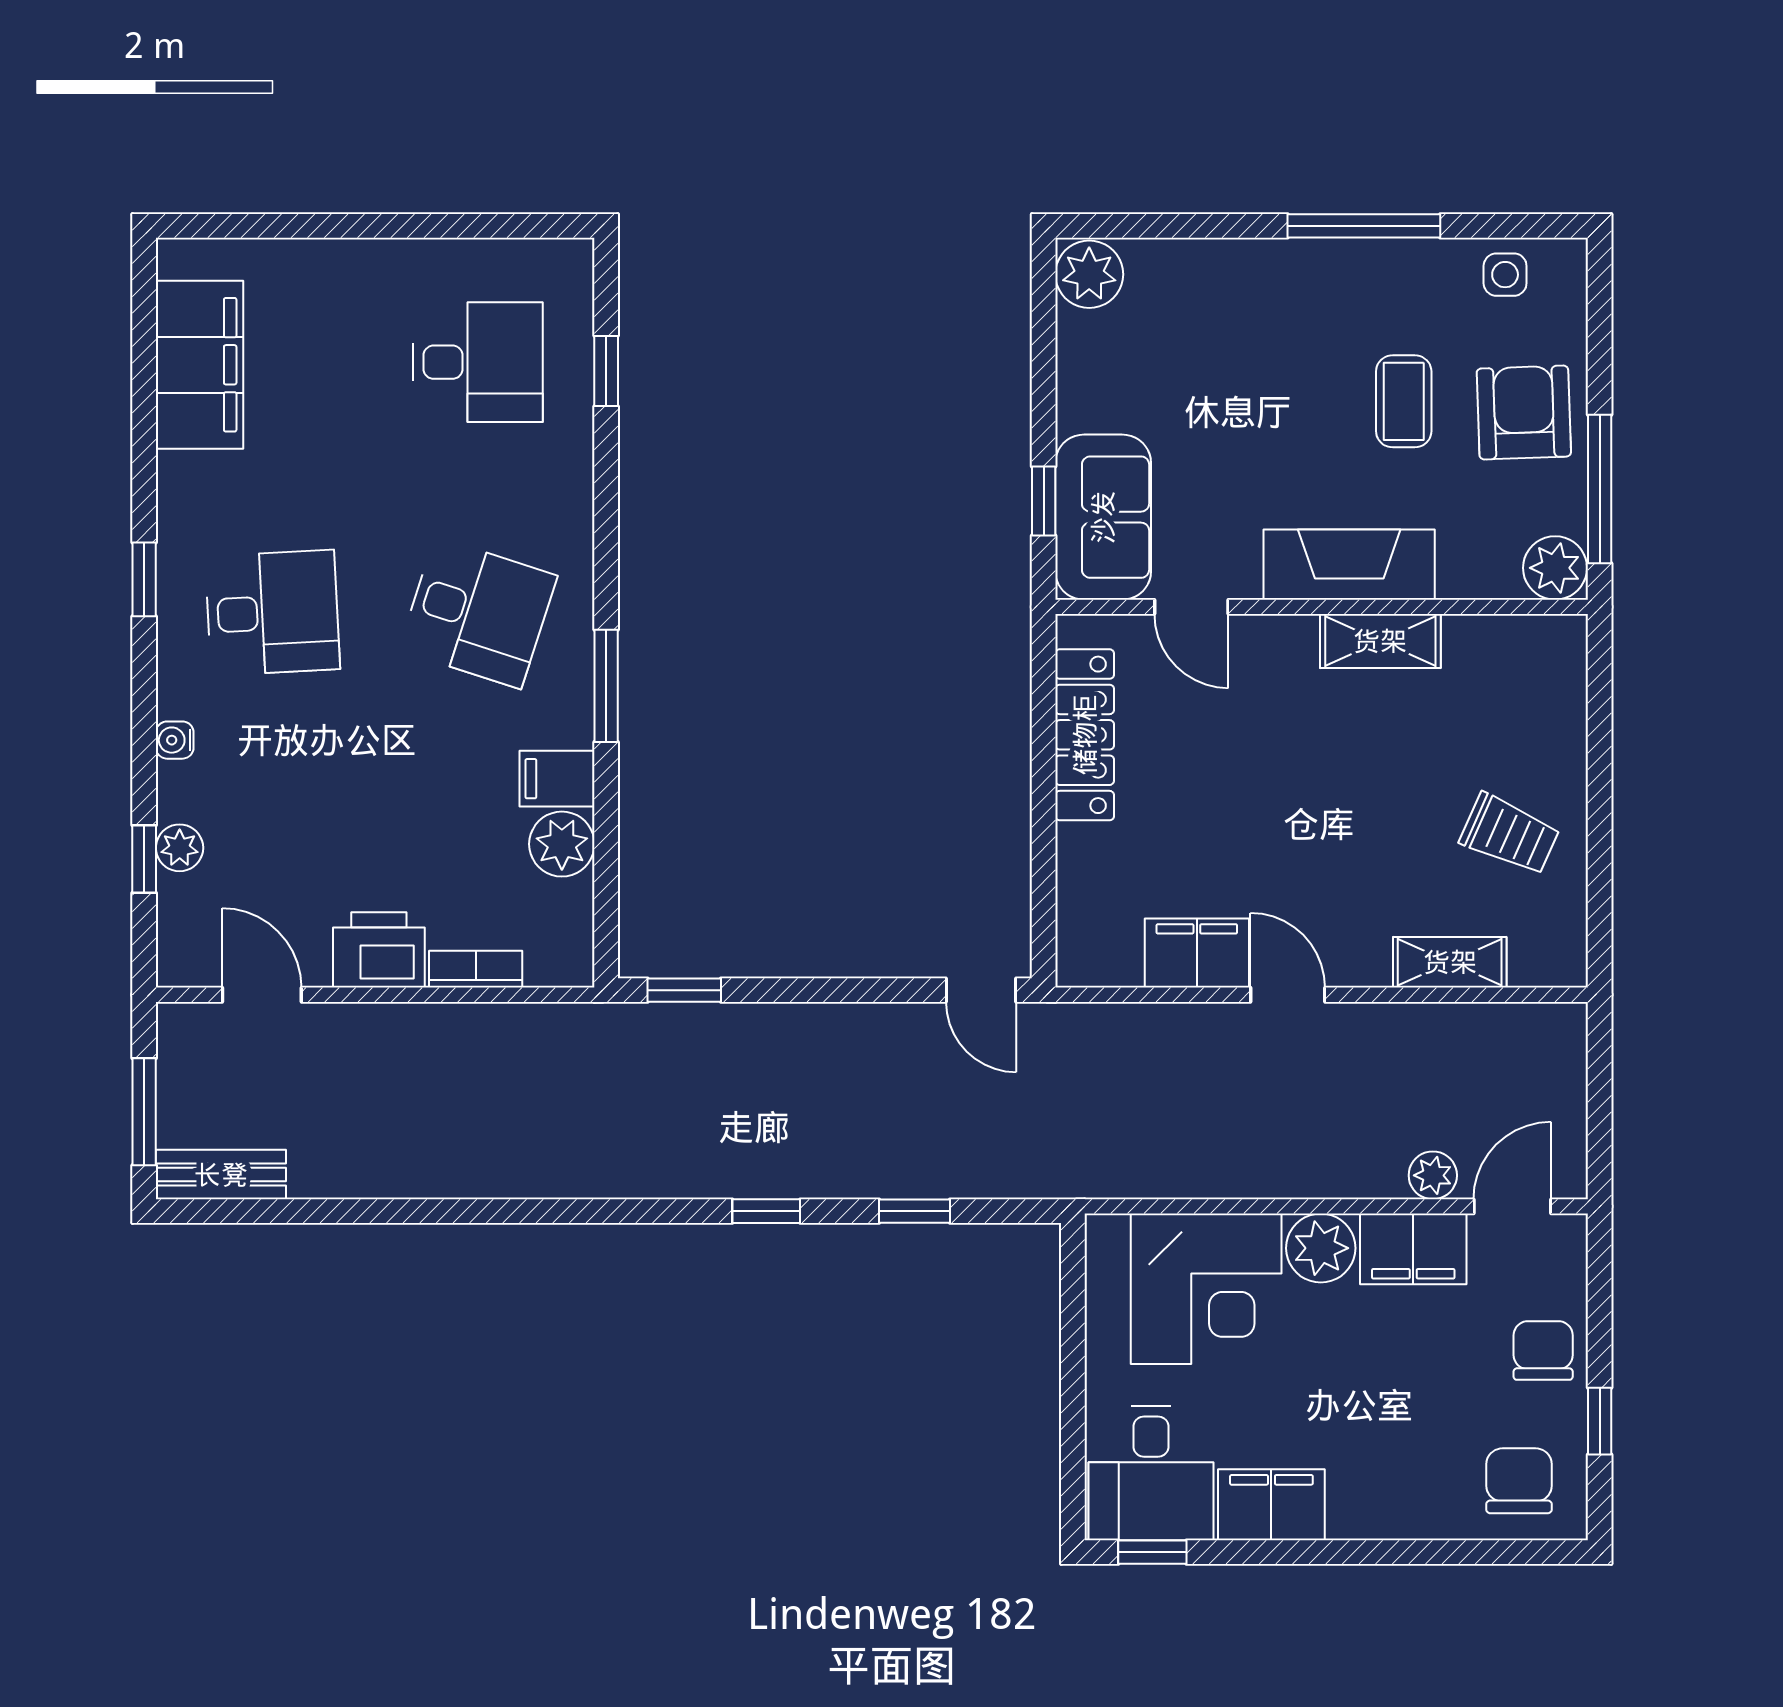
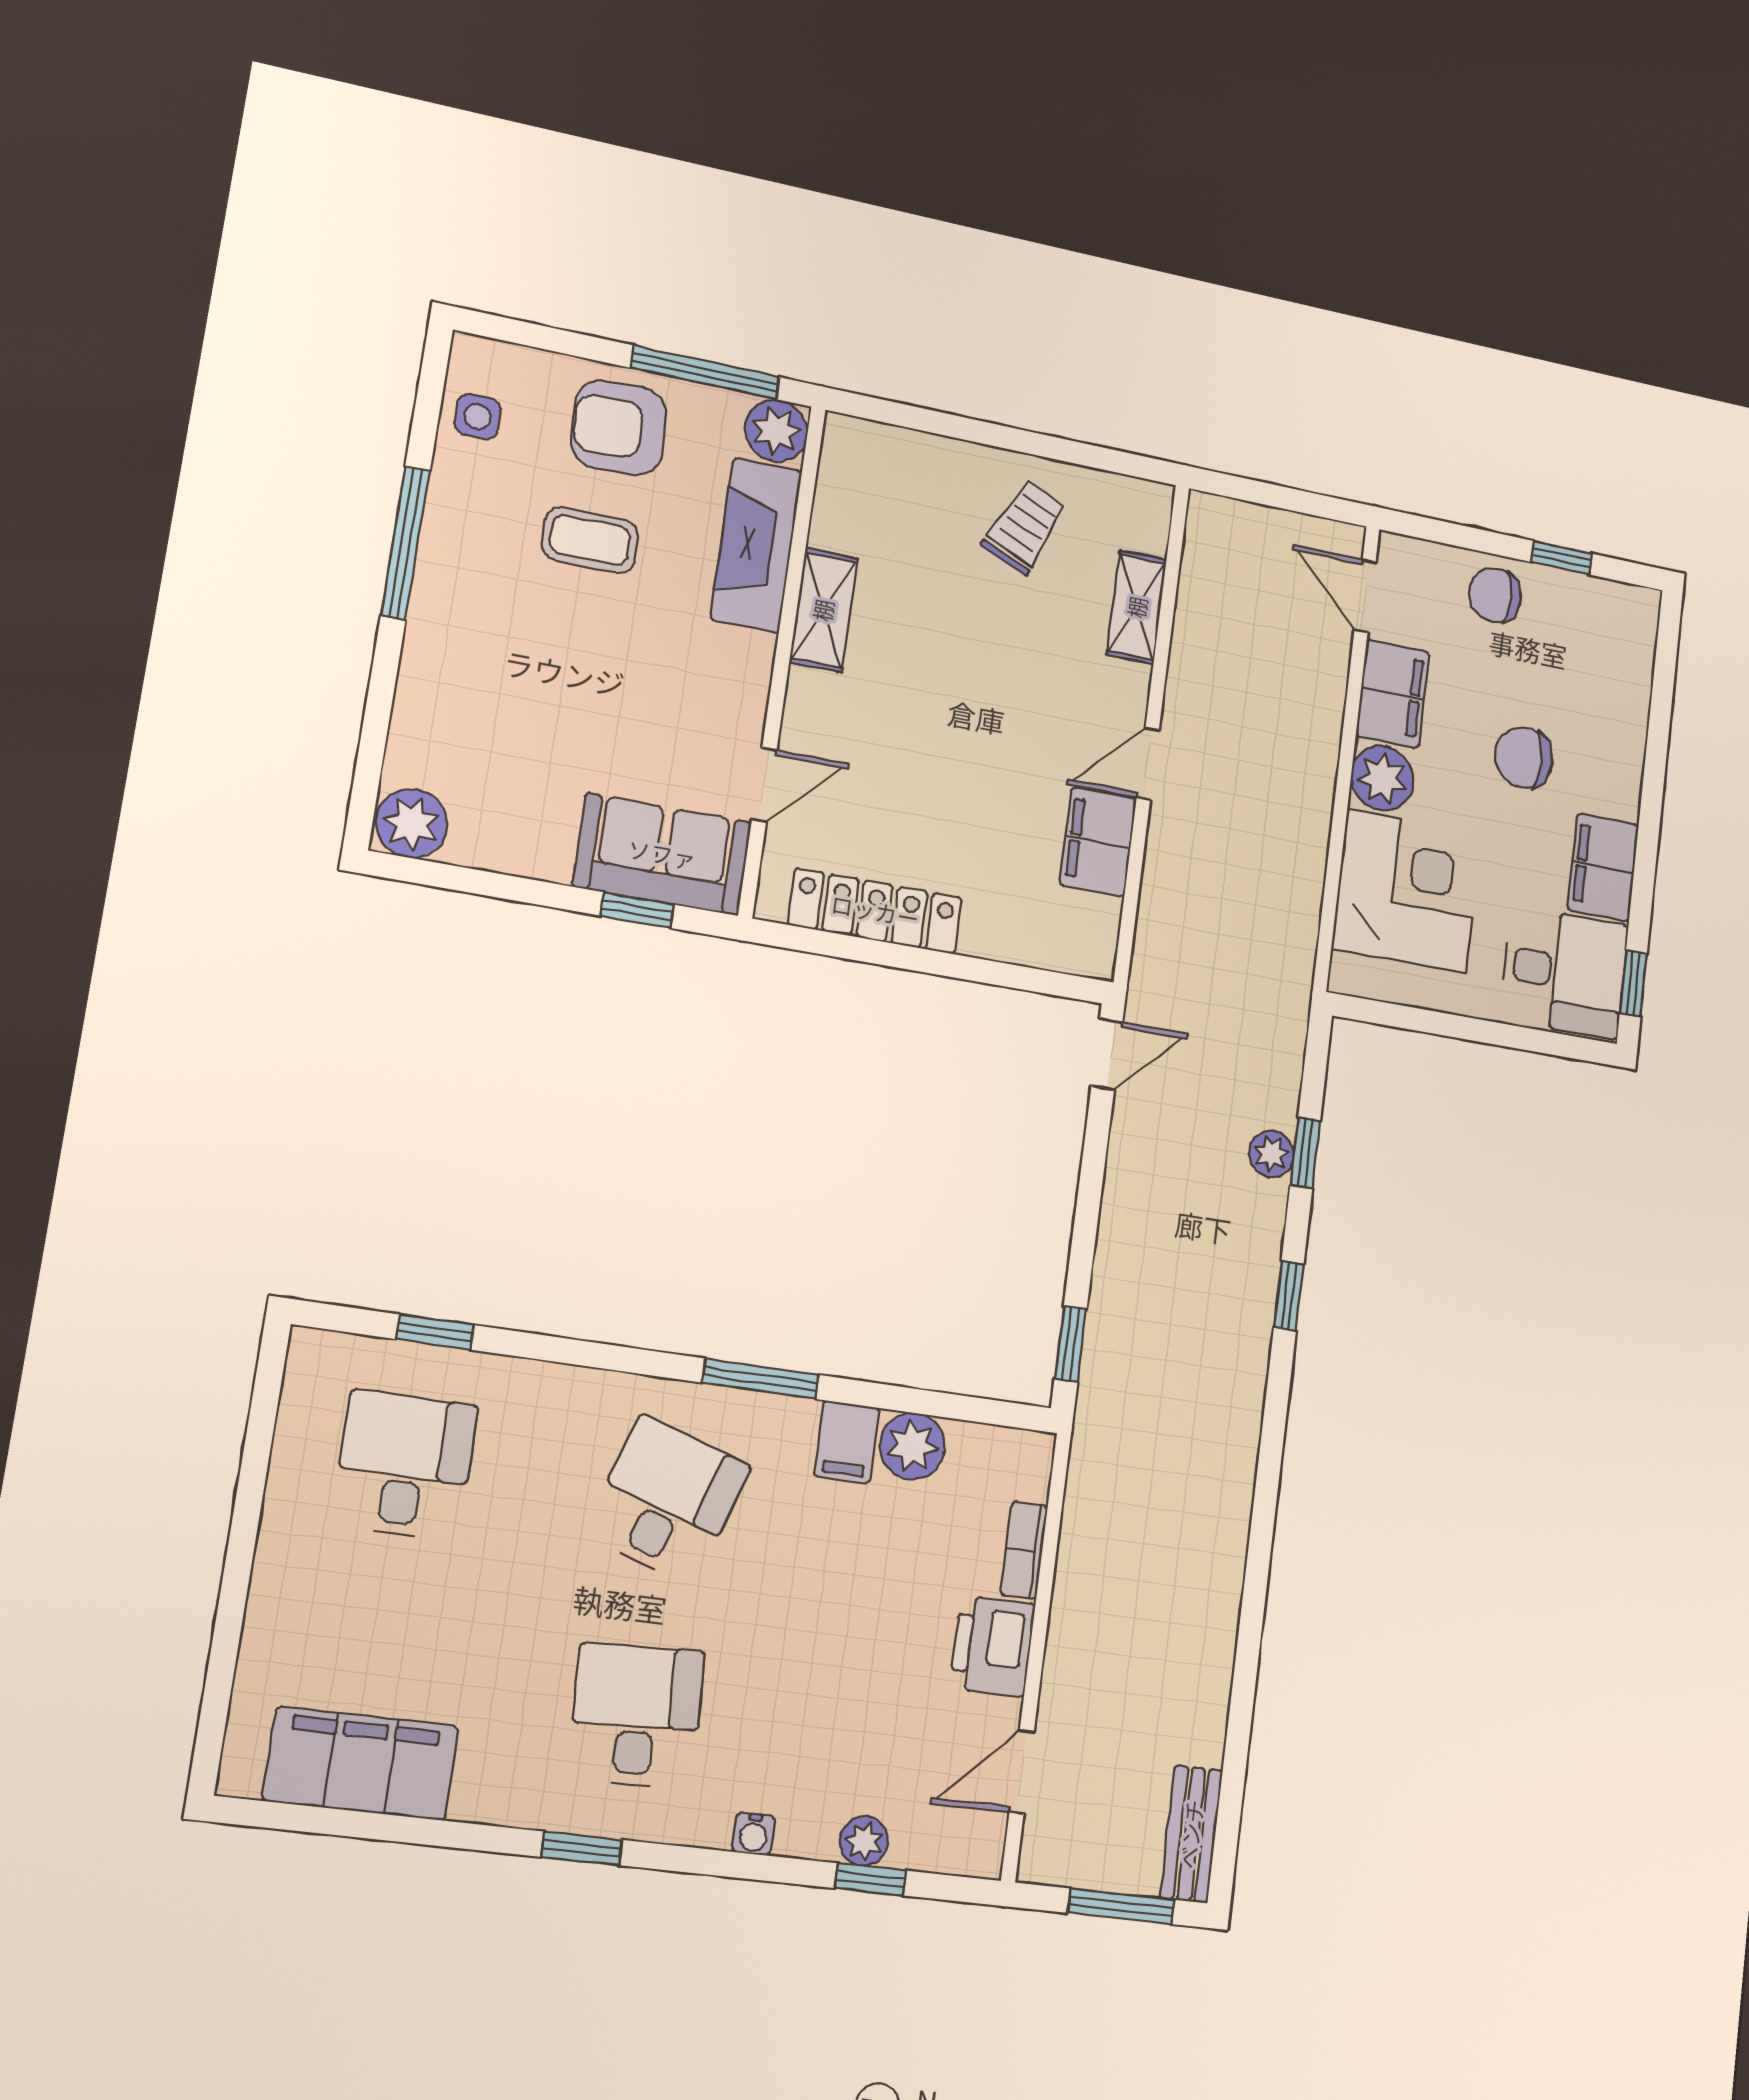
fireplace: (1349, 565) -> (756, 545), moved
plant: (1433, 1175) -> (1271, 1154), moved
chair: (1519, 1481) -> (1524, 757), moved

